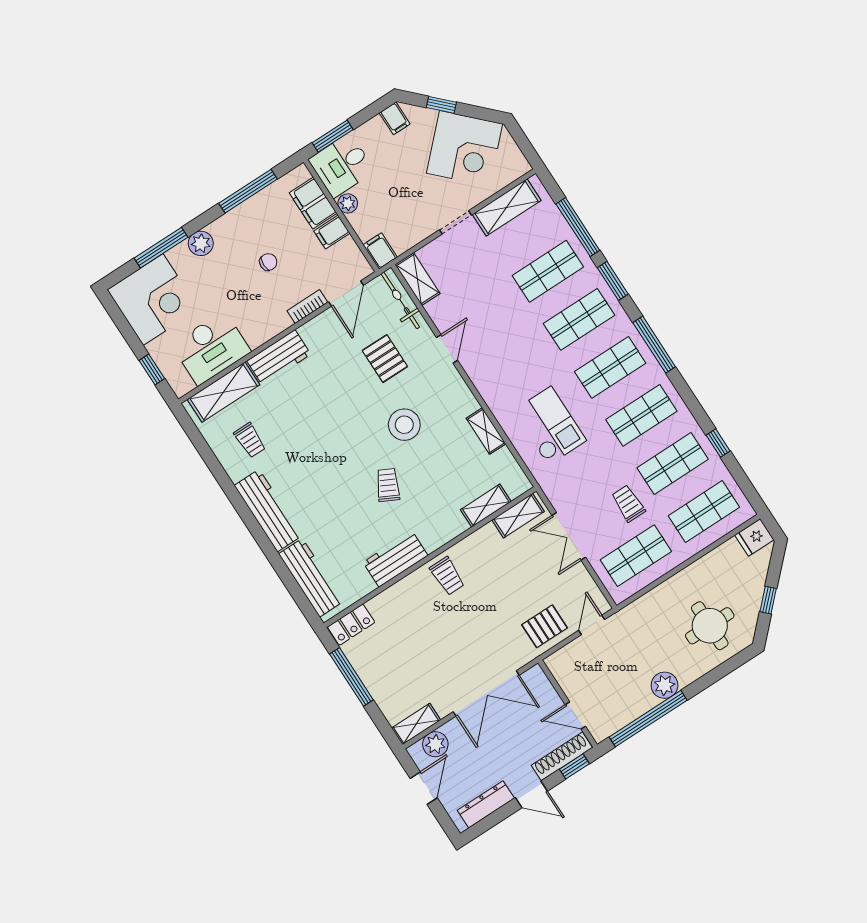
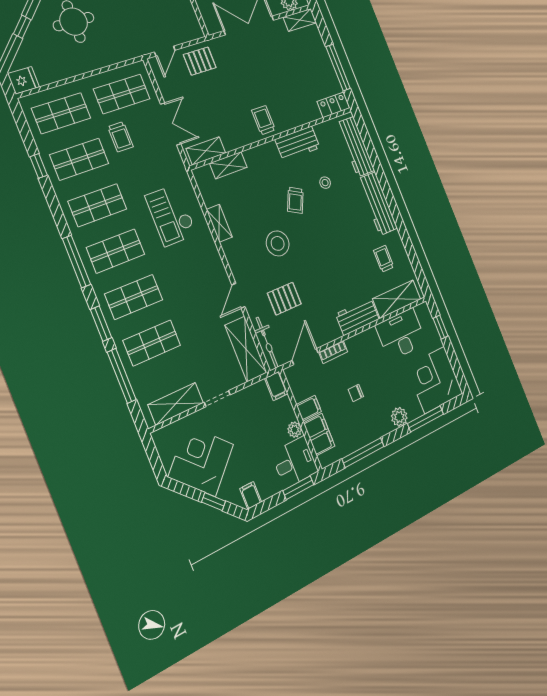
shelving: (418, 279) -> (246, 349), width x1.50, depth x1.33
pallet: (385, 359) -> (284, 299), turned 90
stool: (349, 518) -> (325, 183), added

